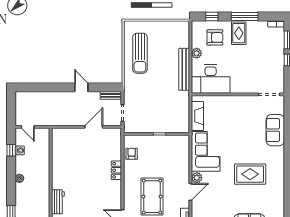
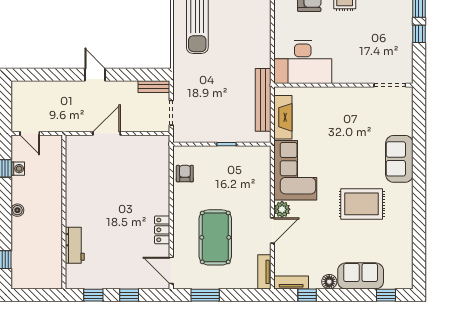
plant: (197, 53) -> (282, 24), removed
bench: (184, 69) -> (263, 100), moved
door: (81, 87) -> (95, 75), moved
door: (94, 127) -> (107, 133), moved
sofa: (275, 130) -> (399, 159), moved
locker: (116, 170) -> (162, 230), moved

